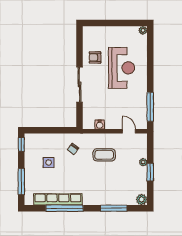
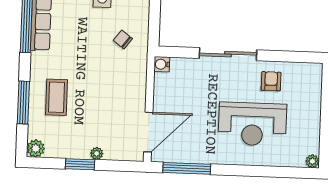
water cooler: (100, 125) -> (162, 64), moved
door: (129, 131) -> (148, 132), width x1.87
coffee table: (104, 155) -> (56, 97), moved

